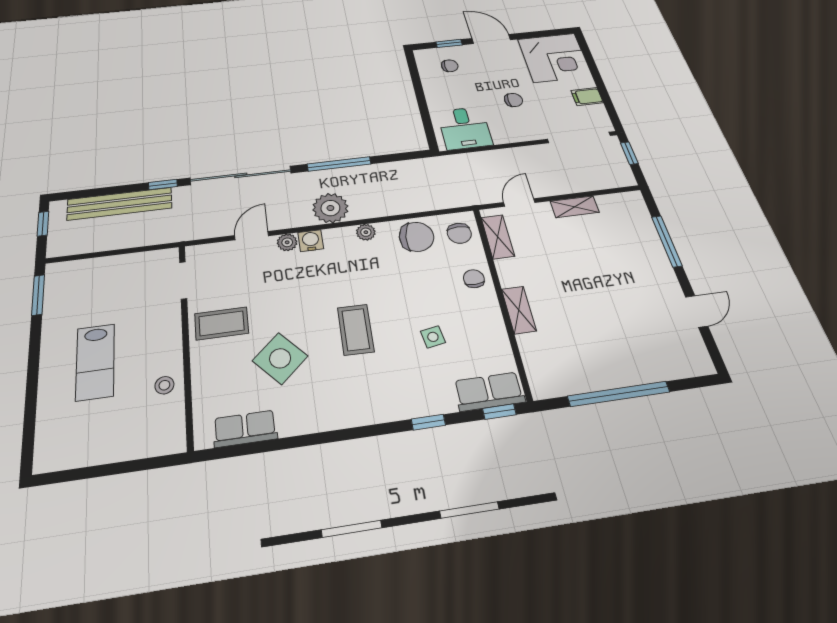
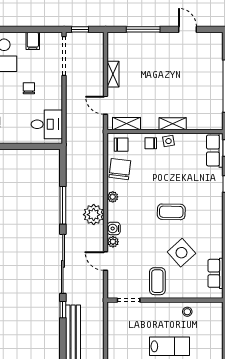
side table: (433, 337) -> (168, 141), moved

